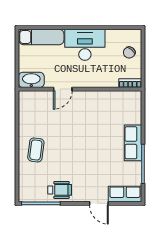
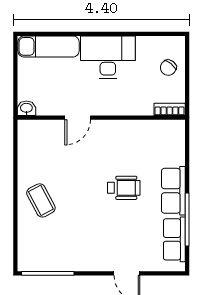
washbasin: (31, 80) -> (26, 108), width x0.52, depth x0.69
coffee table: (36, 150) -> (41, 200), turned -35
wheelchair: (60, 190) -> (124, 188), moved
row of seats: (125, 194) -> (174, 239), moved, turned -90

